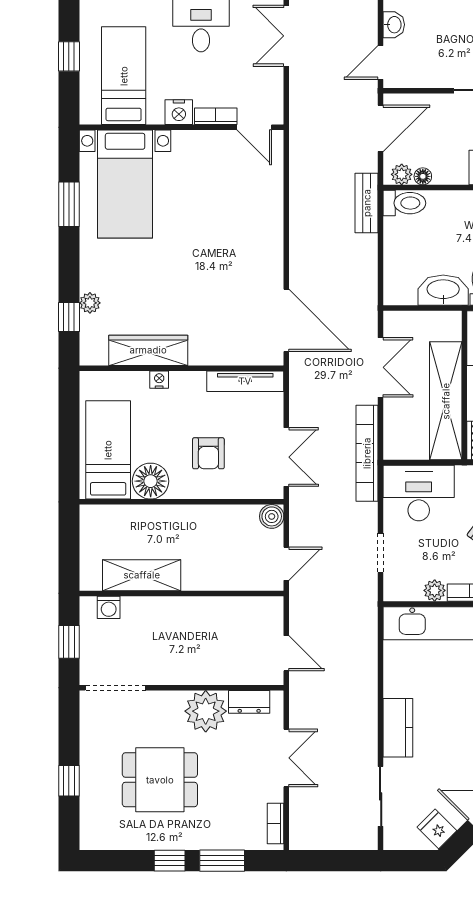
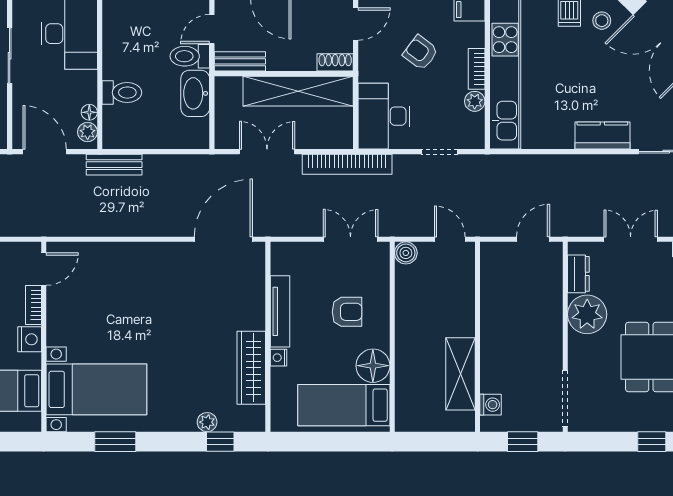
toilet: (404, 203) -> (122, 93), moved, turned 90
tv unit: (245, 381) -> (280, 311), moved

